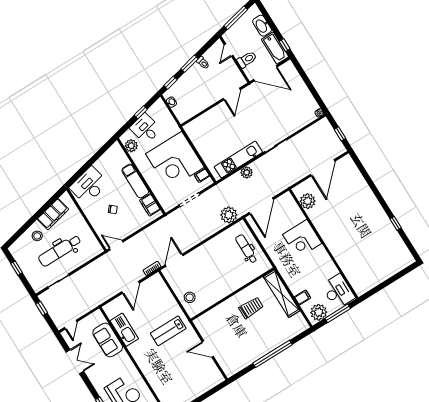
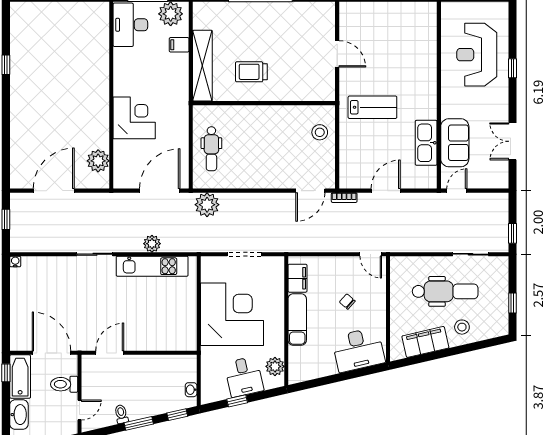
filing cabinet: (202, 175) -> (210, 275), removed
door: (71, 325) -> (457, 191), moved

